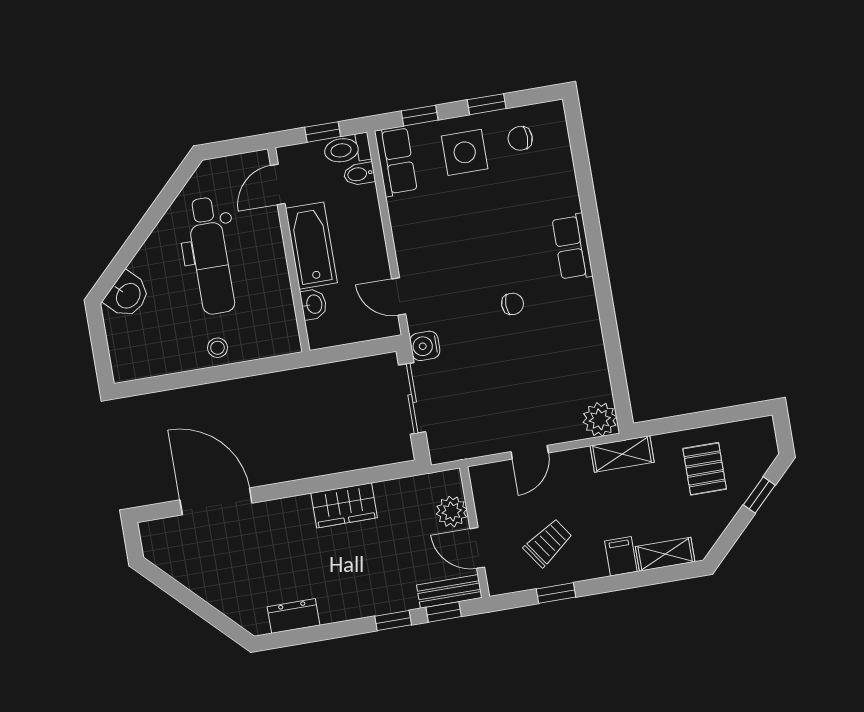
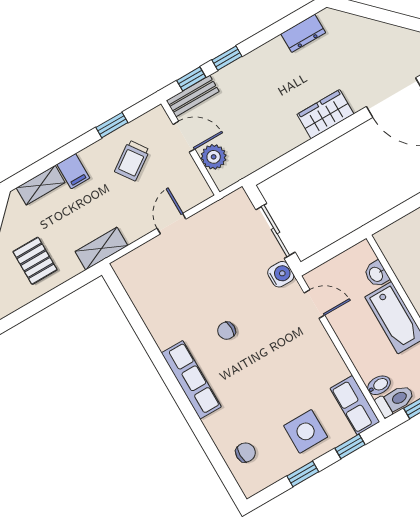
chair: (520, 138) -> (245, 452), moved
row of seats: (572, 247) -> (191, 380), width x1.48
plant: (600, 419) -> (128, 268), removed
wardrobe: (344, 505) -> (325, 114), moved

